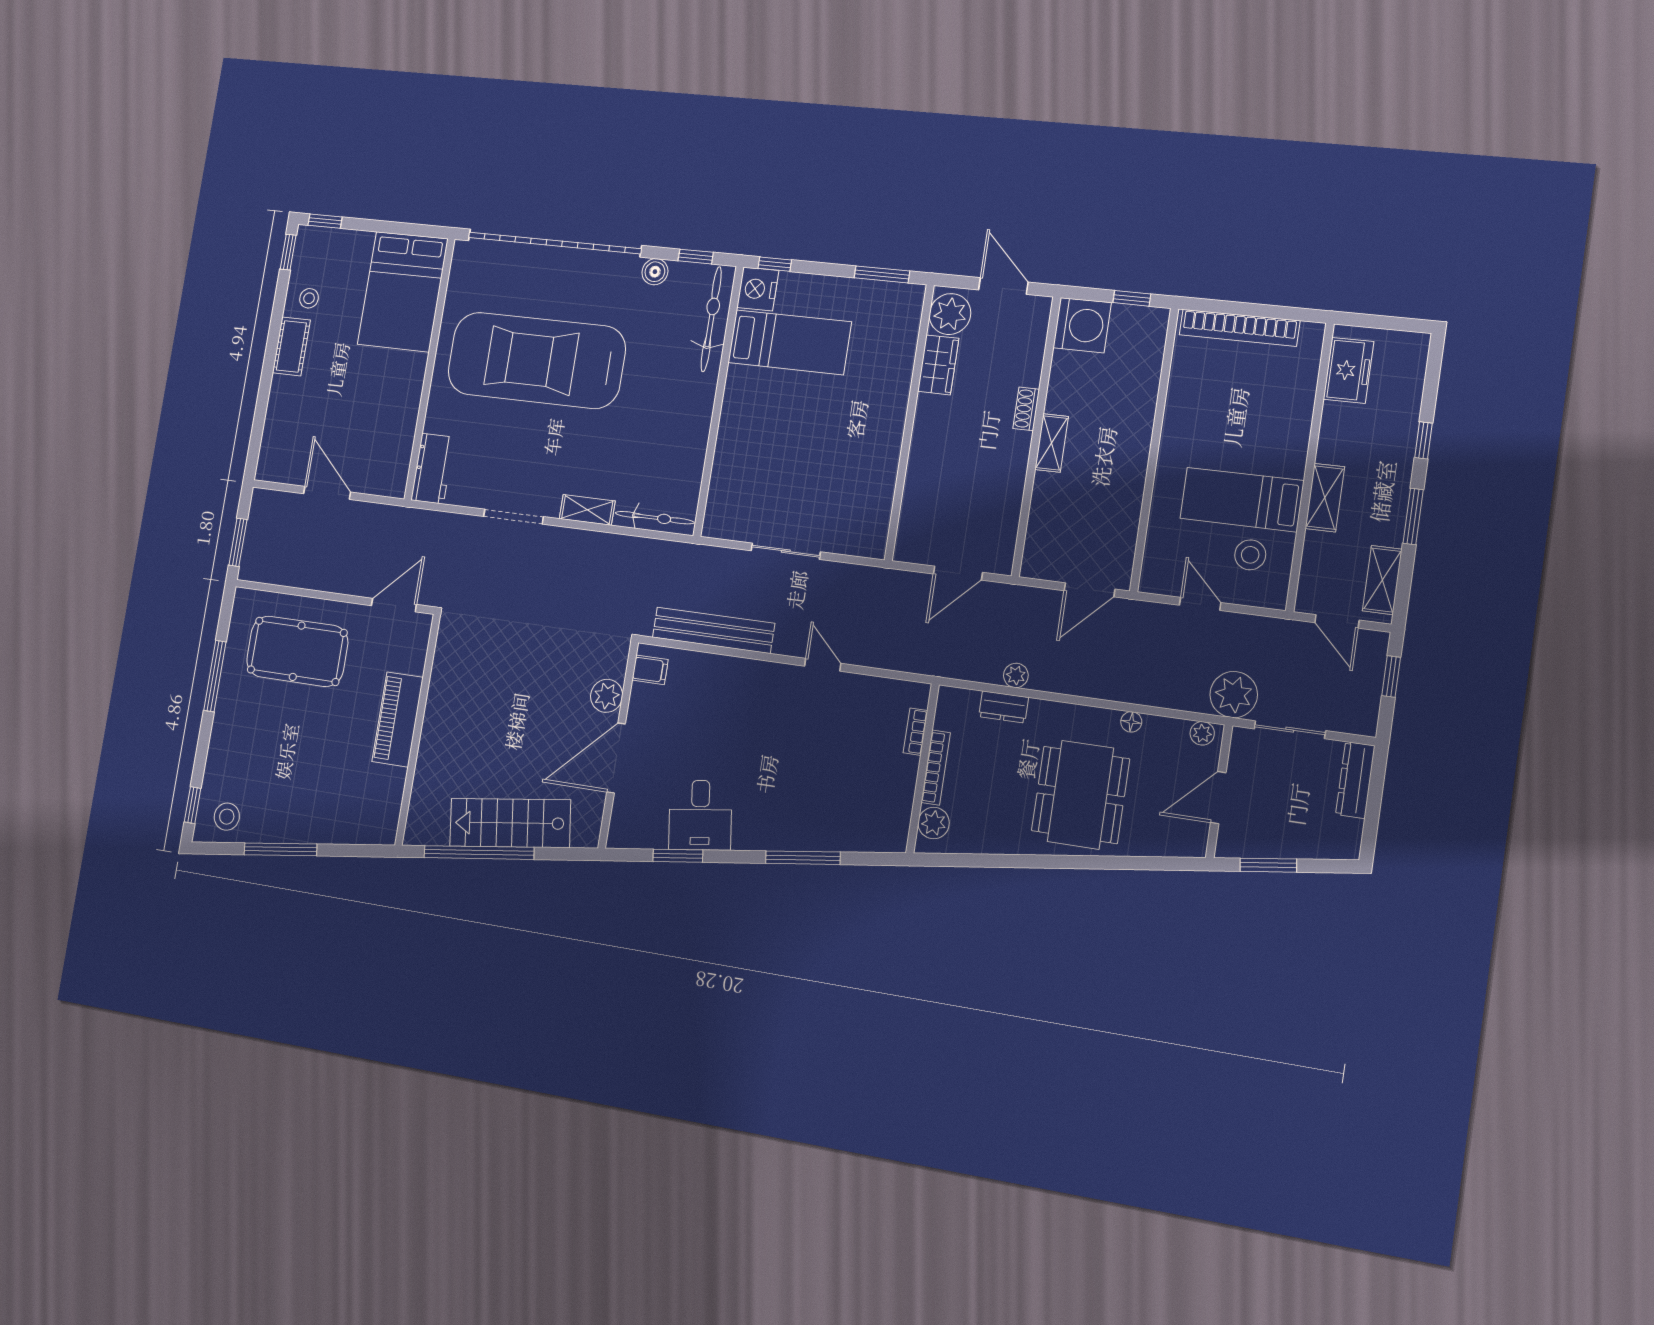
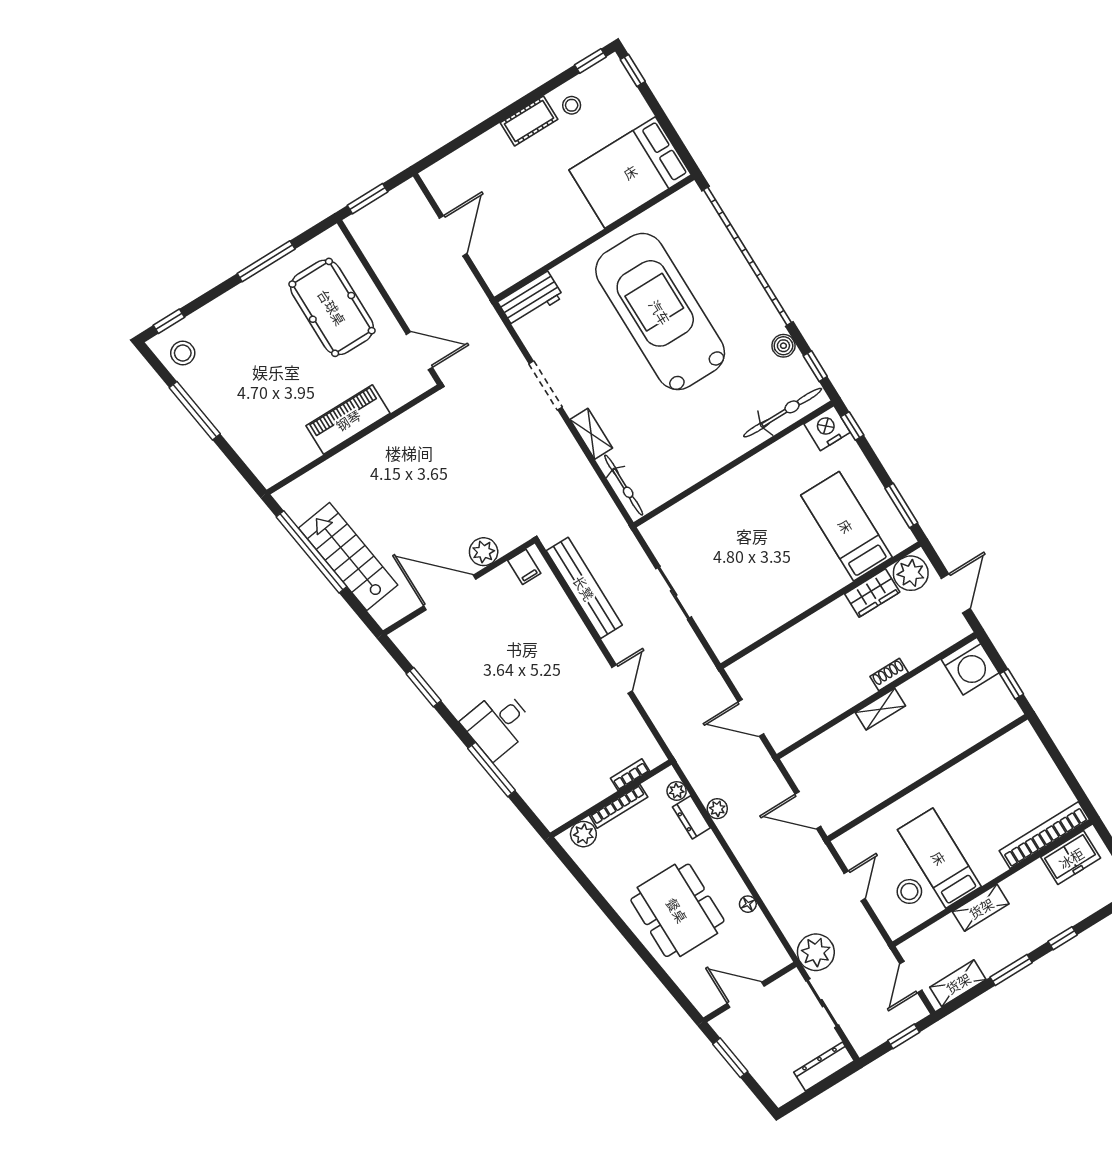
bookcase: (1239, 328) -> (1044, 835), moved, turned 90
bed: (789, 342) -> (846, 526), moved, turned 180
plant: (1202, 733) -> (677, 791), moved
dining table: (1080, 795) -> (677, 910), turned 90
desk: (700, 815) -> (498, 724), moved

